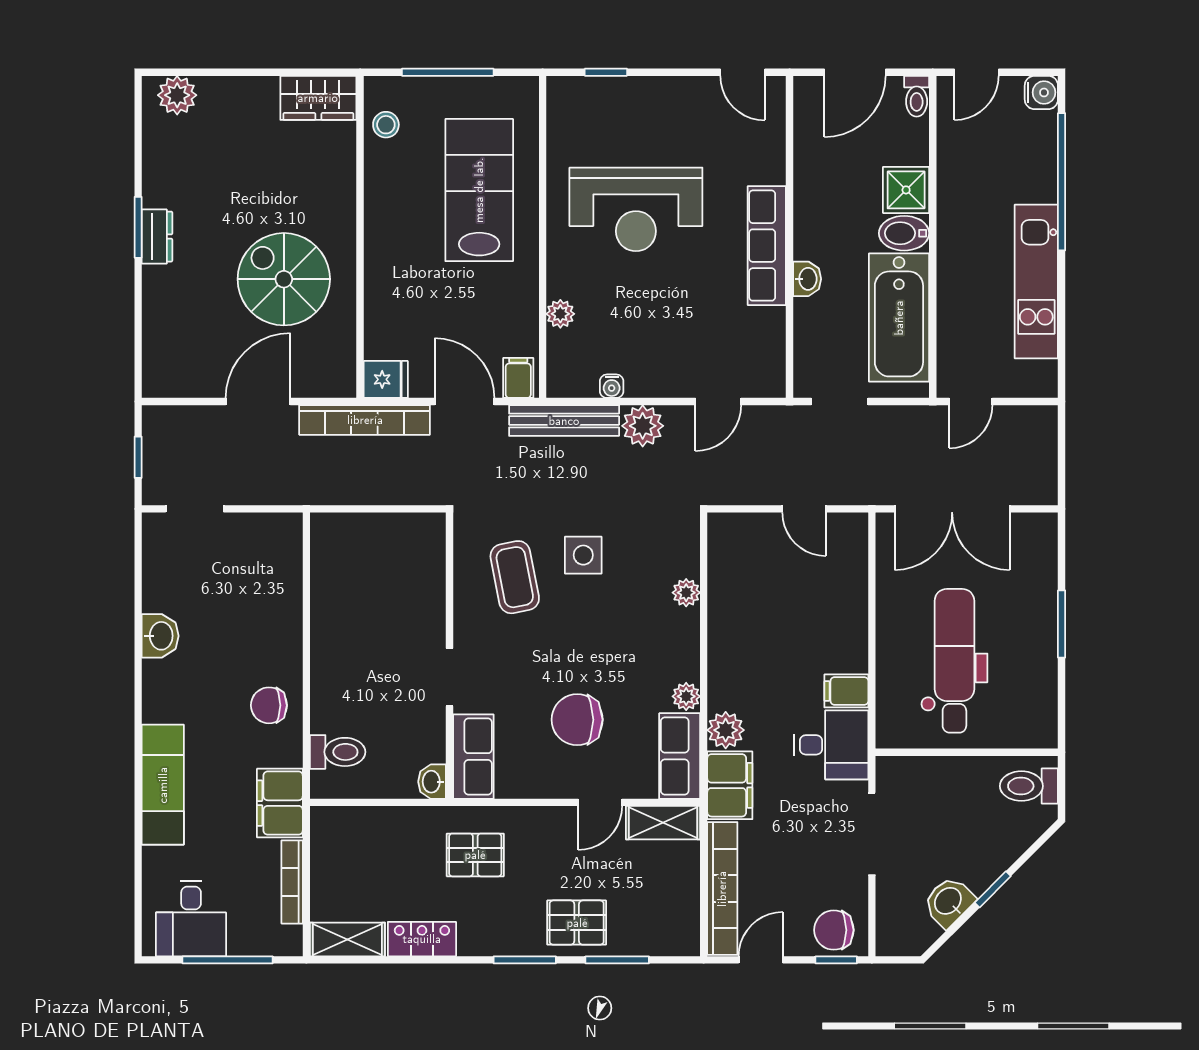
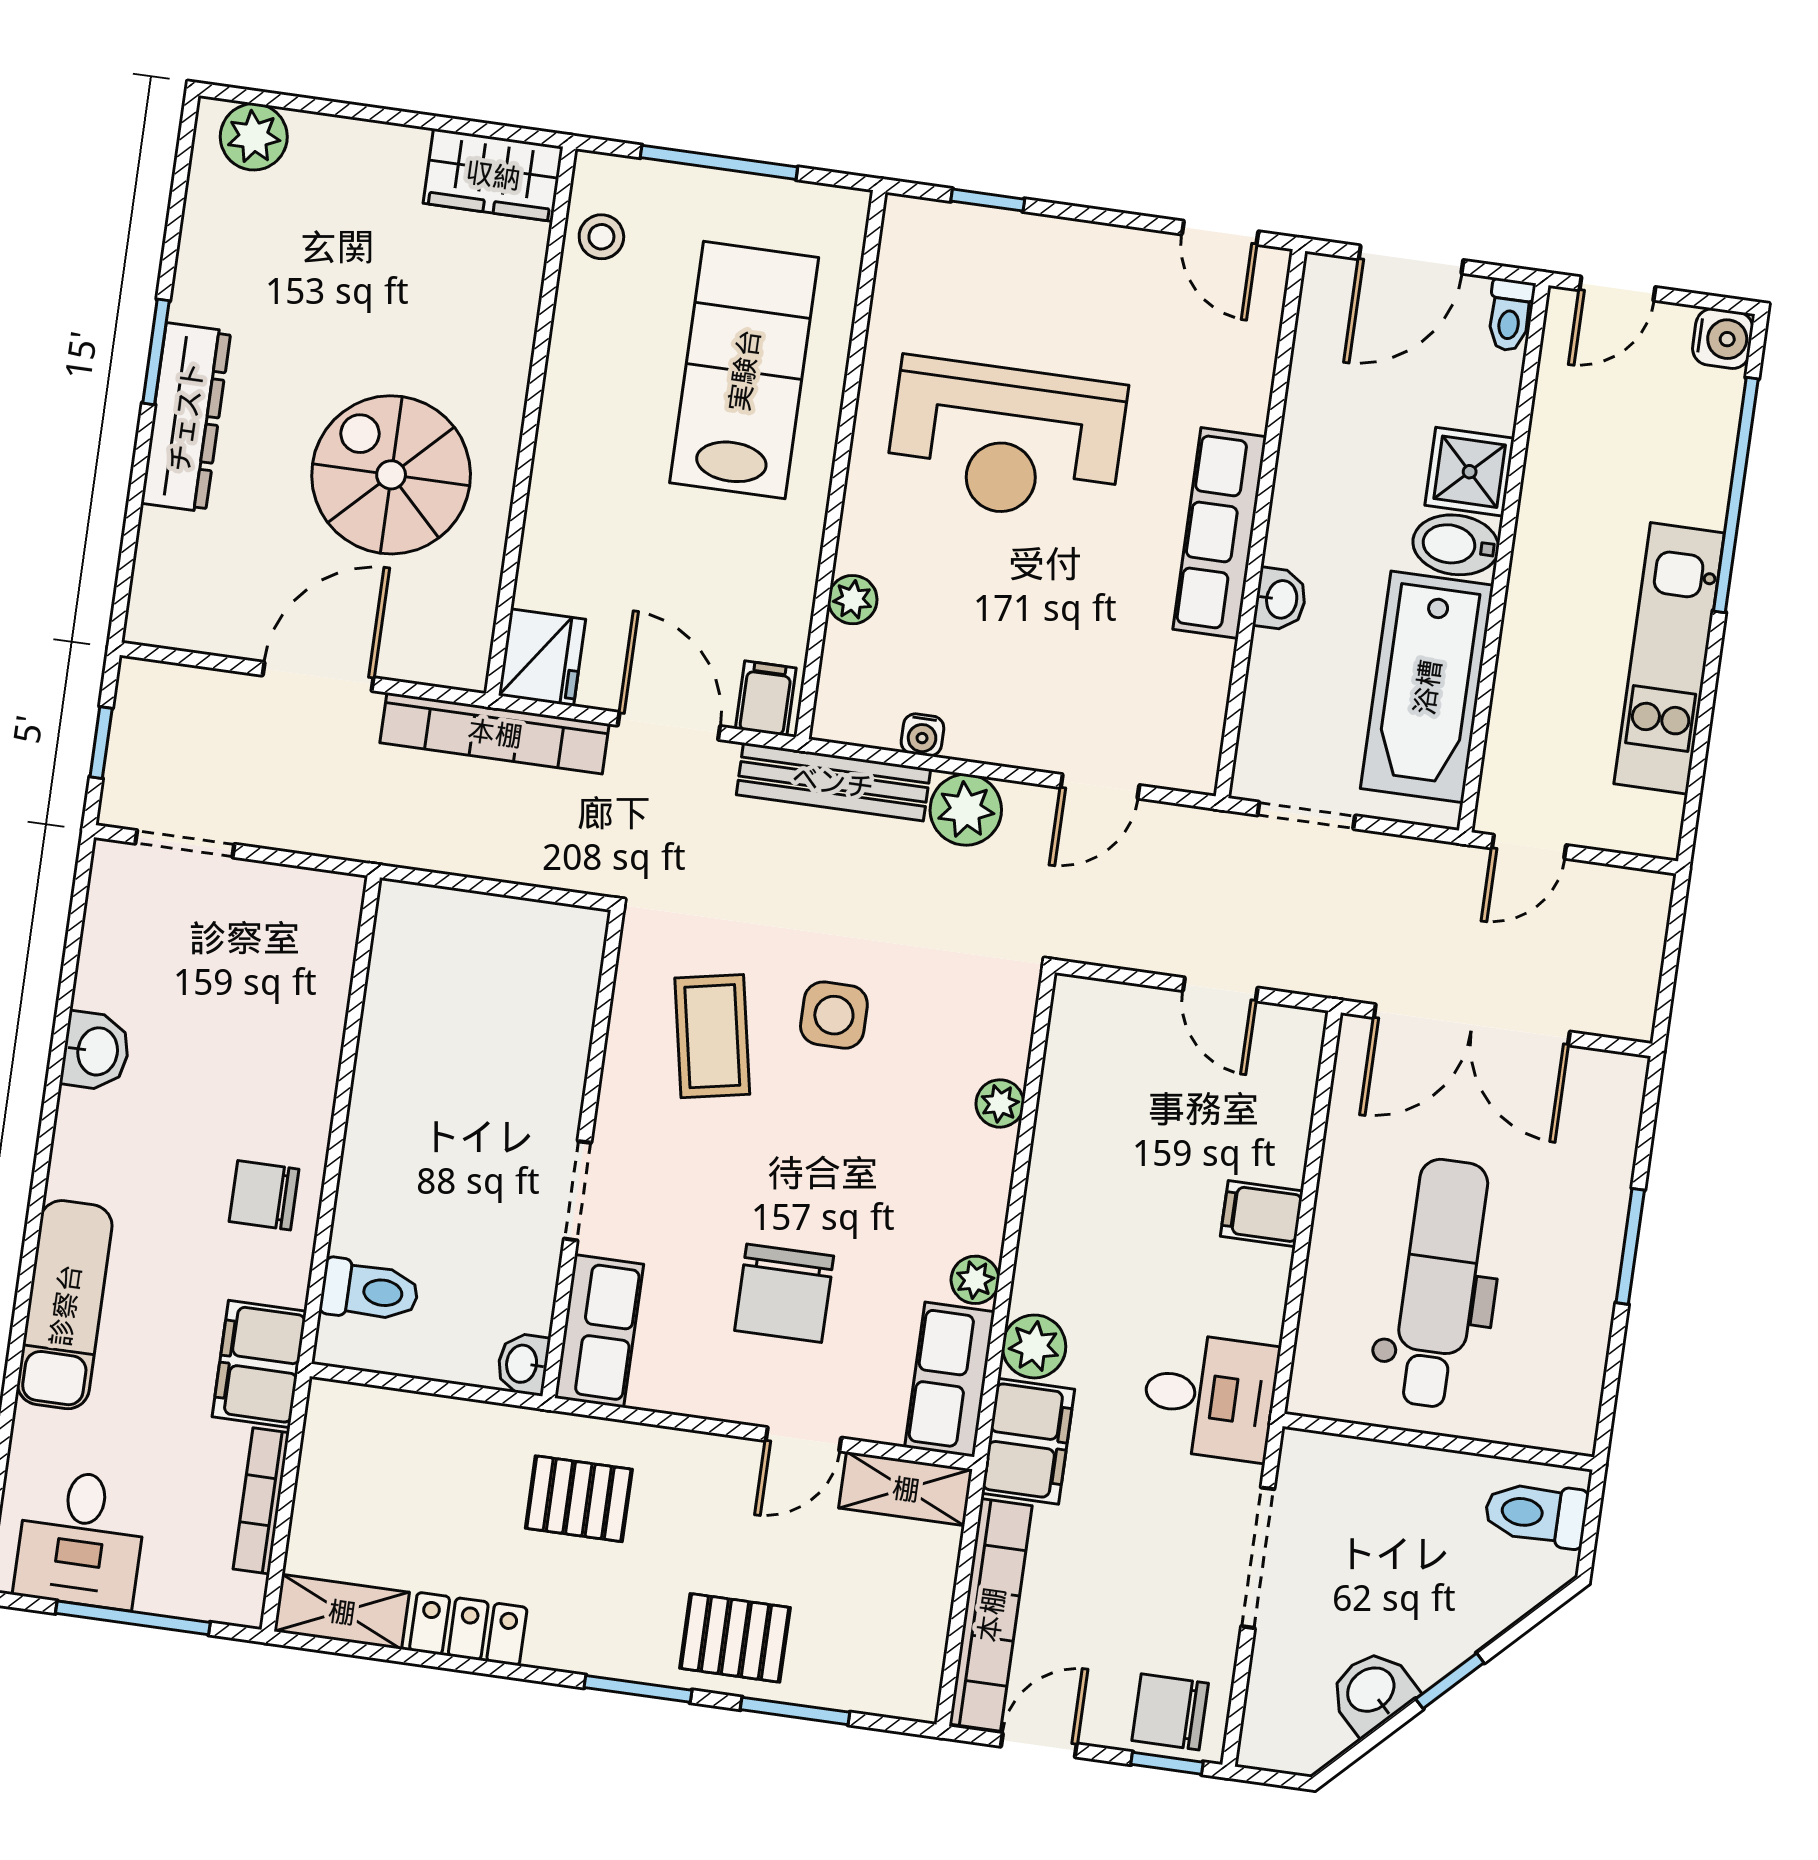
dresser: (157, 237) -> (186, 417), width x1.96, depth x1.24
fridge: (386, 379) -> (542, 657), width x1.38
filing cabinet: (846, 691) -> (1262, 1214), moved
chair: (577, 720) -> (784, 1293), turned -90

